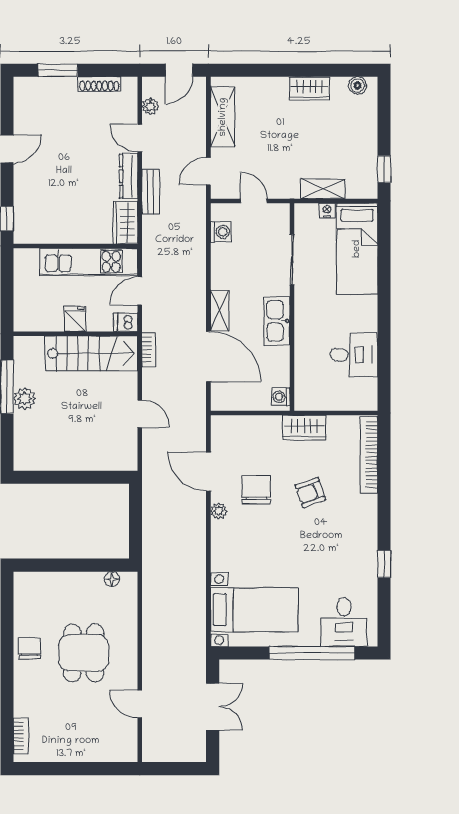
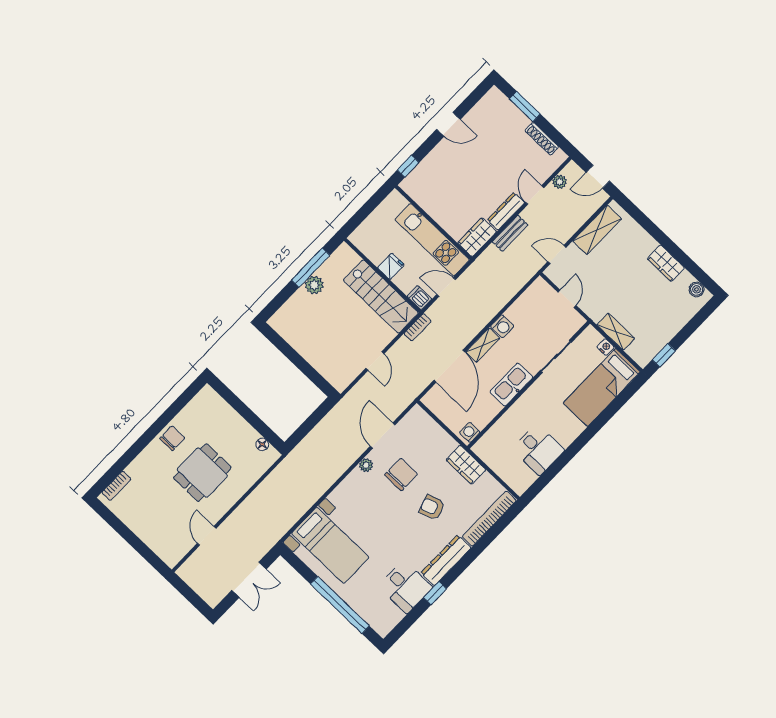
washing machine: (221, 232) -> (502, 326), moved
dresser: (366, 527) -> (446, 560), added
desk: (344, 622) -> (405, 587), moved, turned -90

